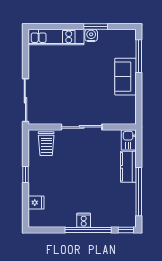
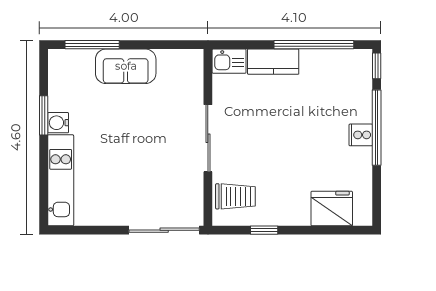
window: (25, 175) -> (264, 230), moved
fridge: (36, 203) -> (332, 208), width x1.88, depth x1.34

